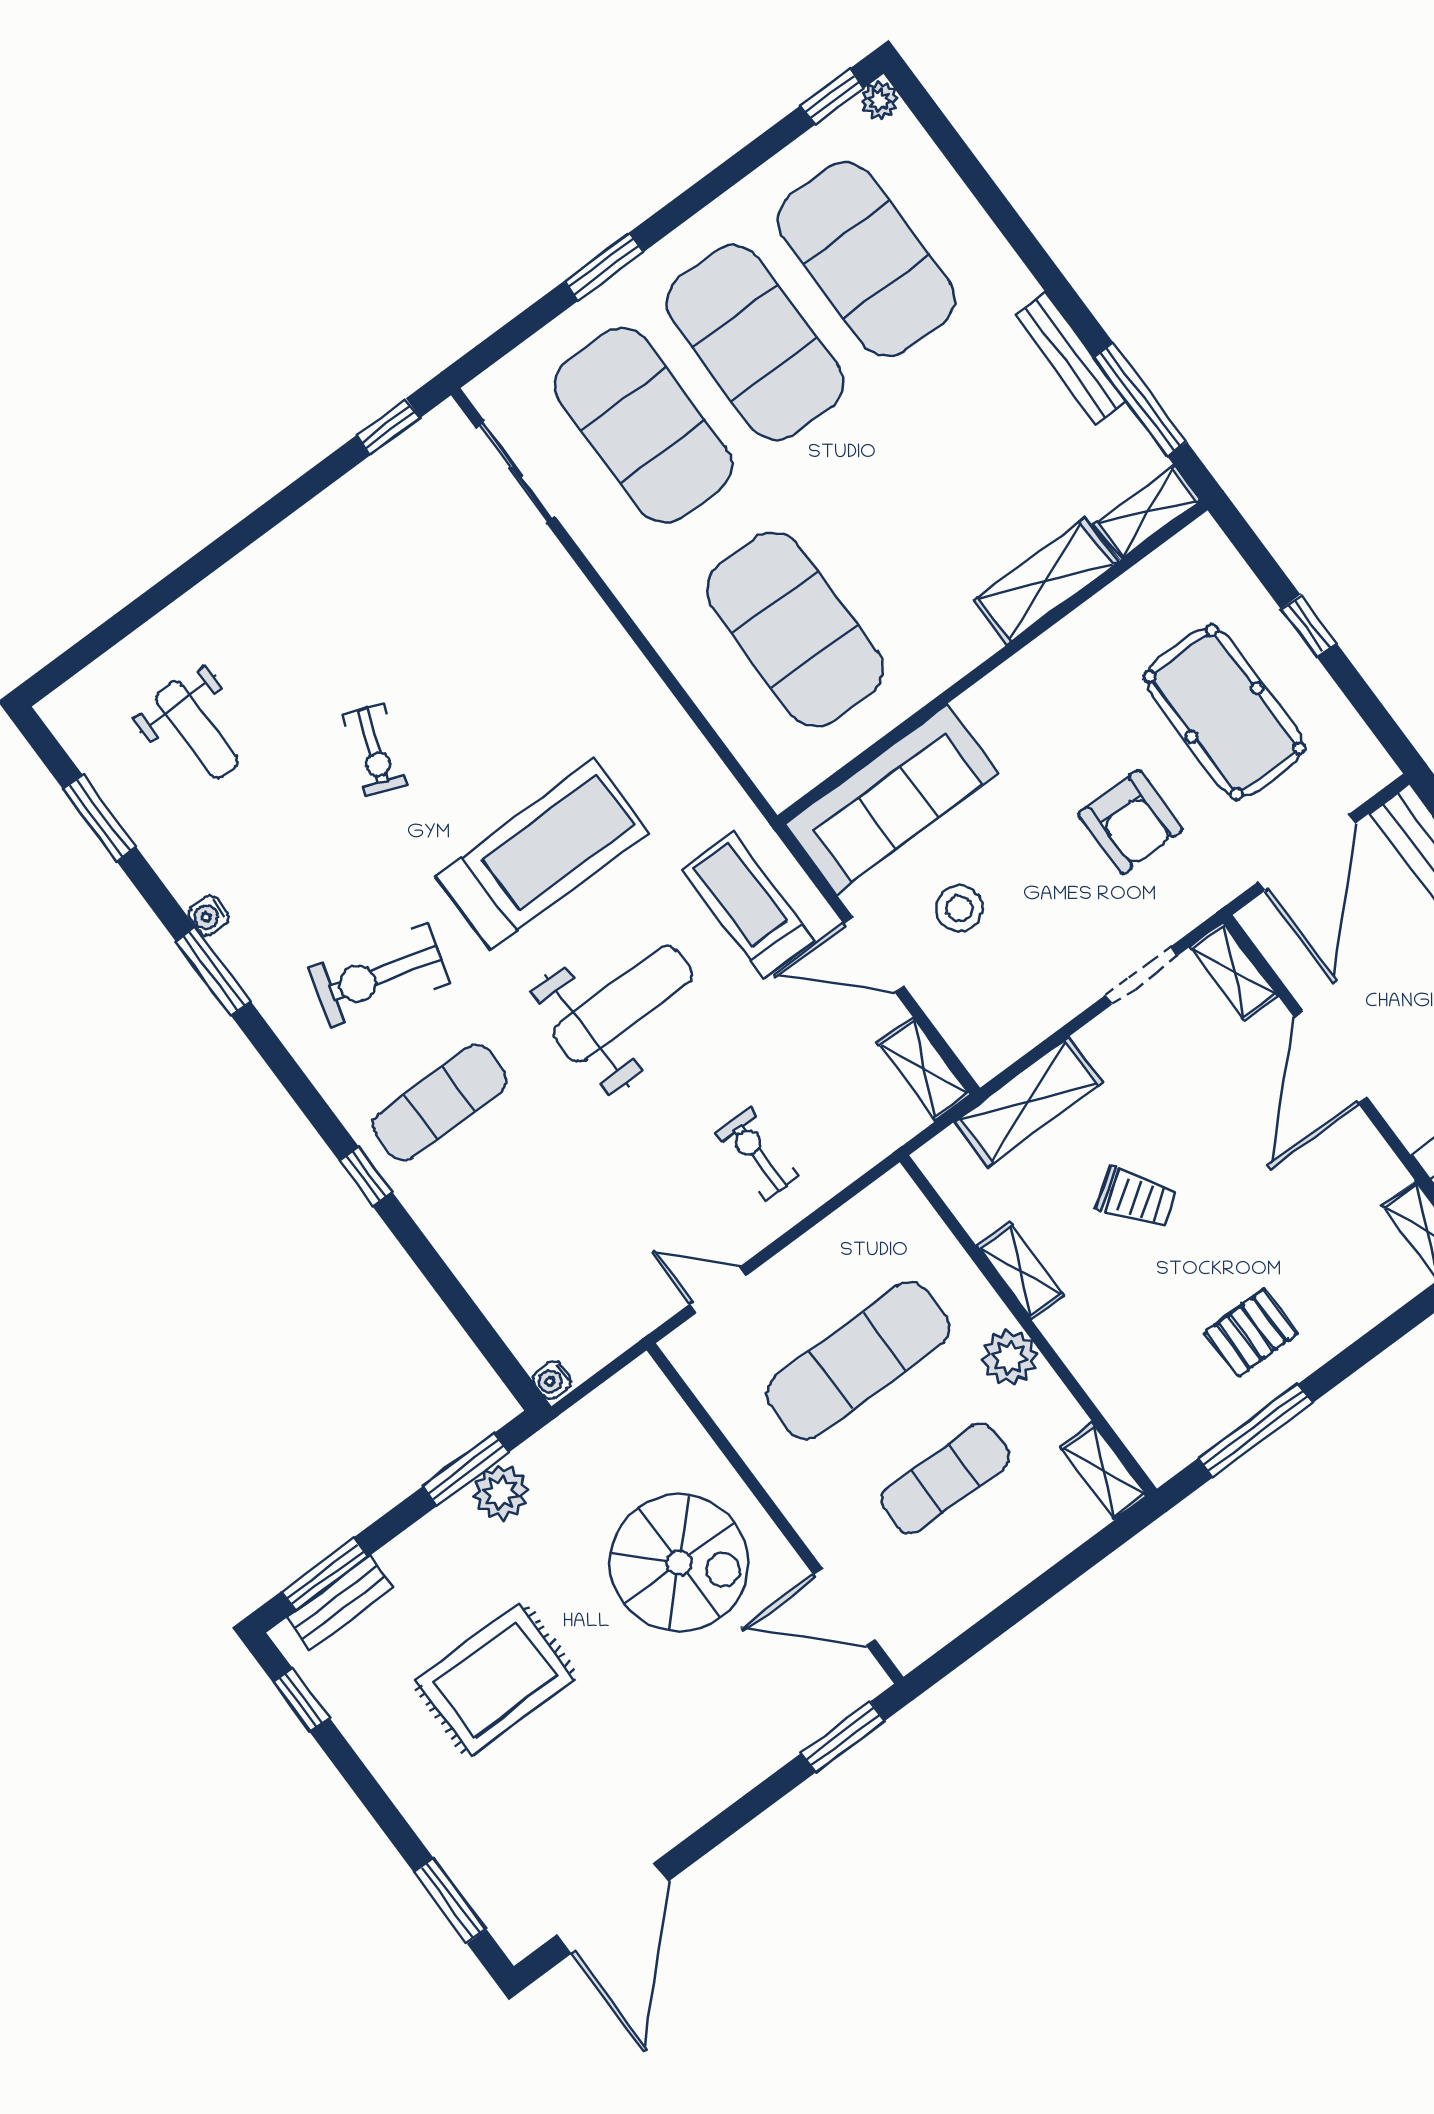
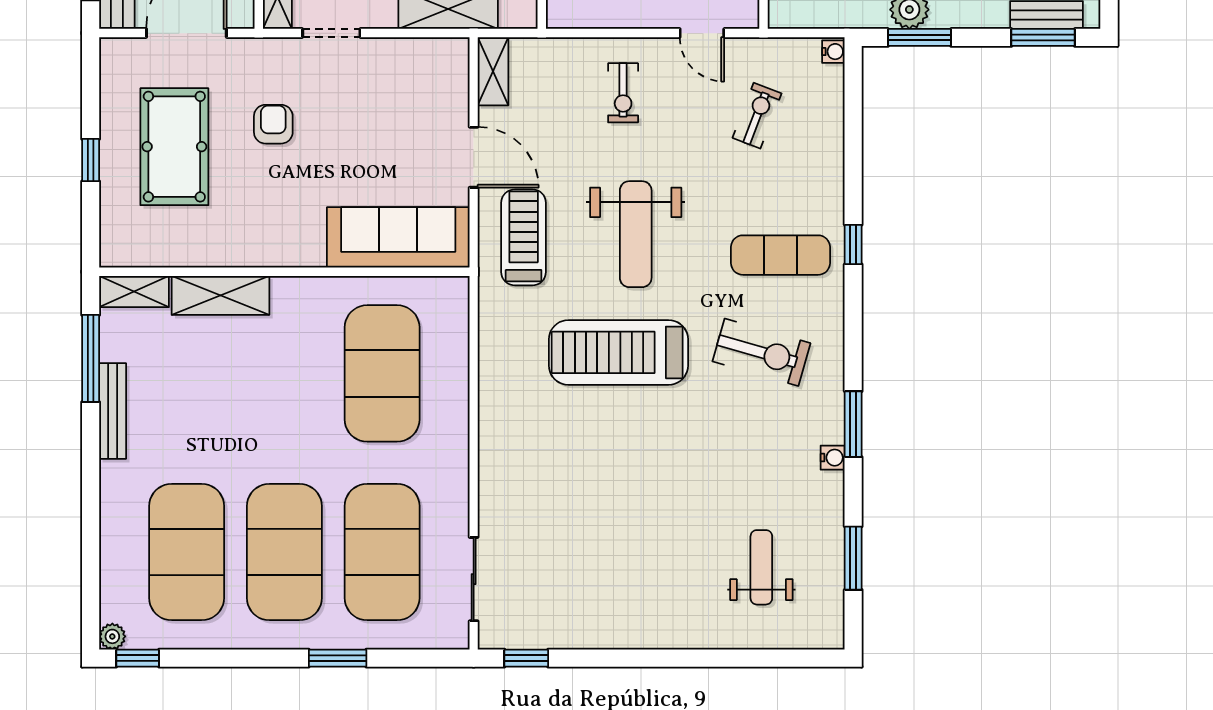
exercise bike: (374, 750) -> (757, 116), moved
armchair: (1130, 822) -> (273, 124), width x0.72, depth x0.72
treadmill: (748, 905) -> (524, 237), turned 180
stool: (959, 908) -> (406, 147), removed
weight bench: (623, 1004) -> (636, 234), turned -90

